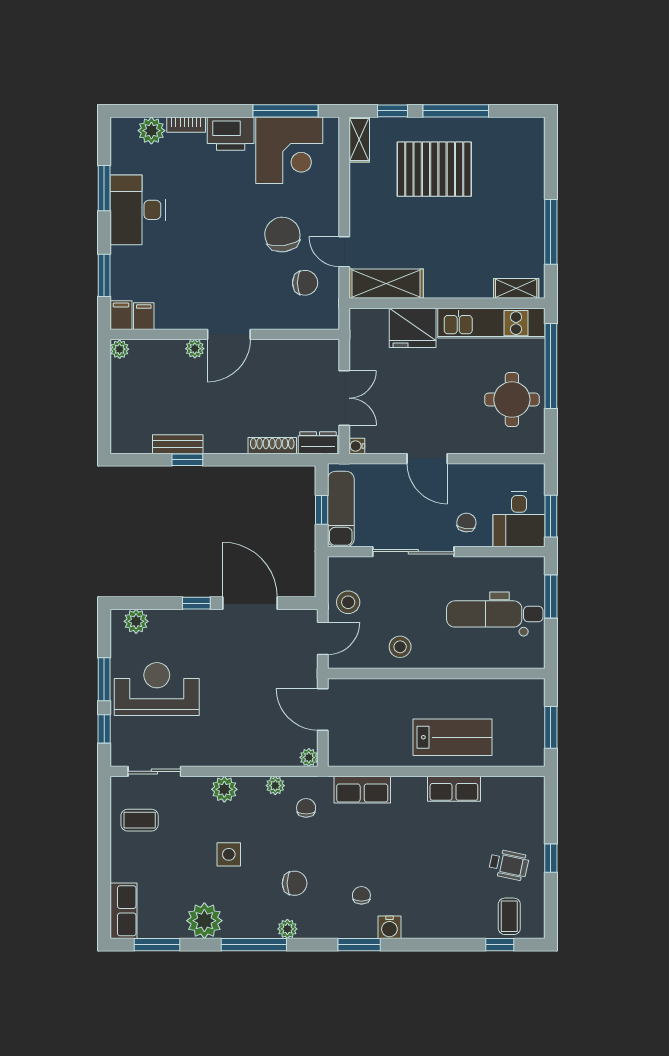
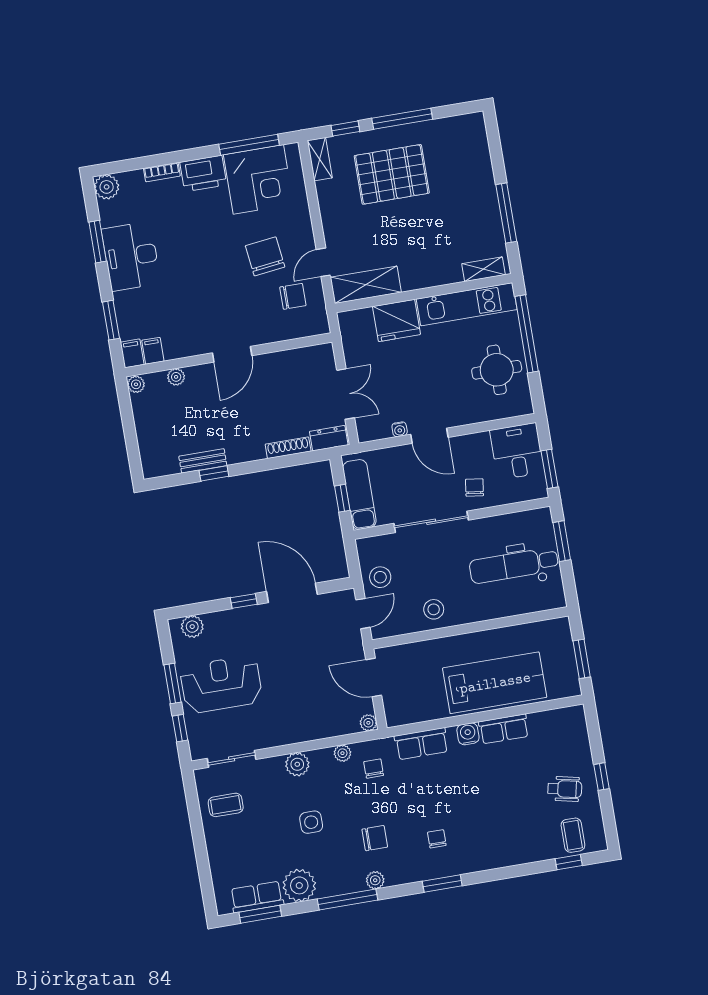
plant: (151, 131) -> (107, 187), moved
door: (344, 252) -> (323, 262), hinge flipped
plant: (195, 349) -> (176, 377), moved
water cooler: (357, 446) -> (400, 429), moved, turned -90
desk: (519, 519) -> (517, 451), moved, turned 180
lab bench: (452, 737) -> (495, 683), width x1.36, depth x1.39
row of seats: (124, 911) -> (257, 897), moved, turned -90
water cooler: (389, 927) -> (468, 734), moved, turned 180

